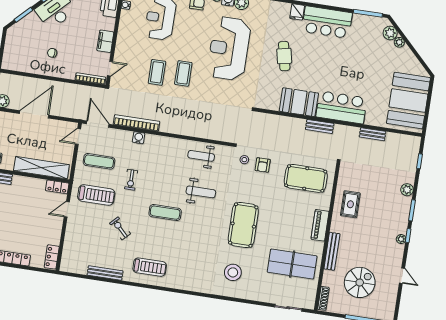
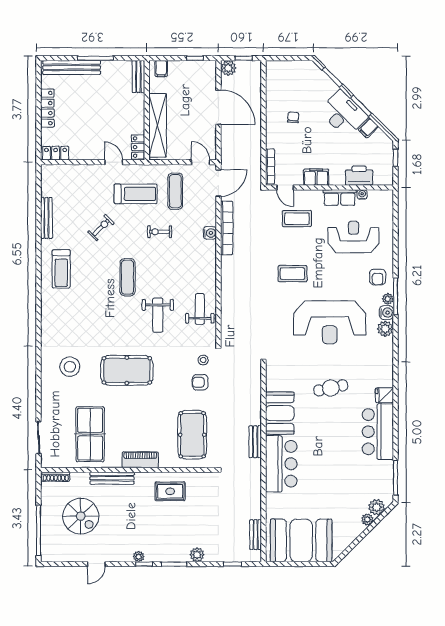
row of seats: (125, 24) -> (340, 197), added
reception desk: (229, 49) -> (330, 322), turned 180
coffee table: (157, 72) -> (297, 219), moved
bench: (373, 134) -> (256, 535), moved
treadmill: (96, 195) -> (136, 194), turned -90

